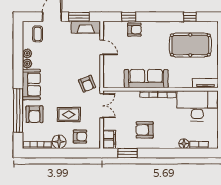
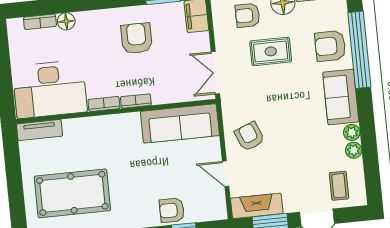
sofa: (146, 79) -> (180, 123), moved
armchair: (87, 84) -> (250, 136), moved
armchair: (34, 114) -> (330, 46), turned -90
armchair: (145, 130) -> (137, 38), turned -90

